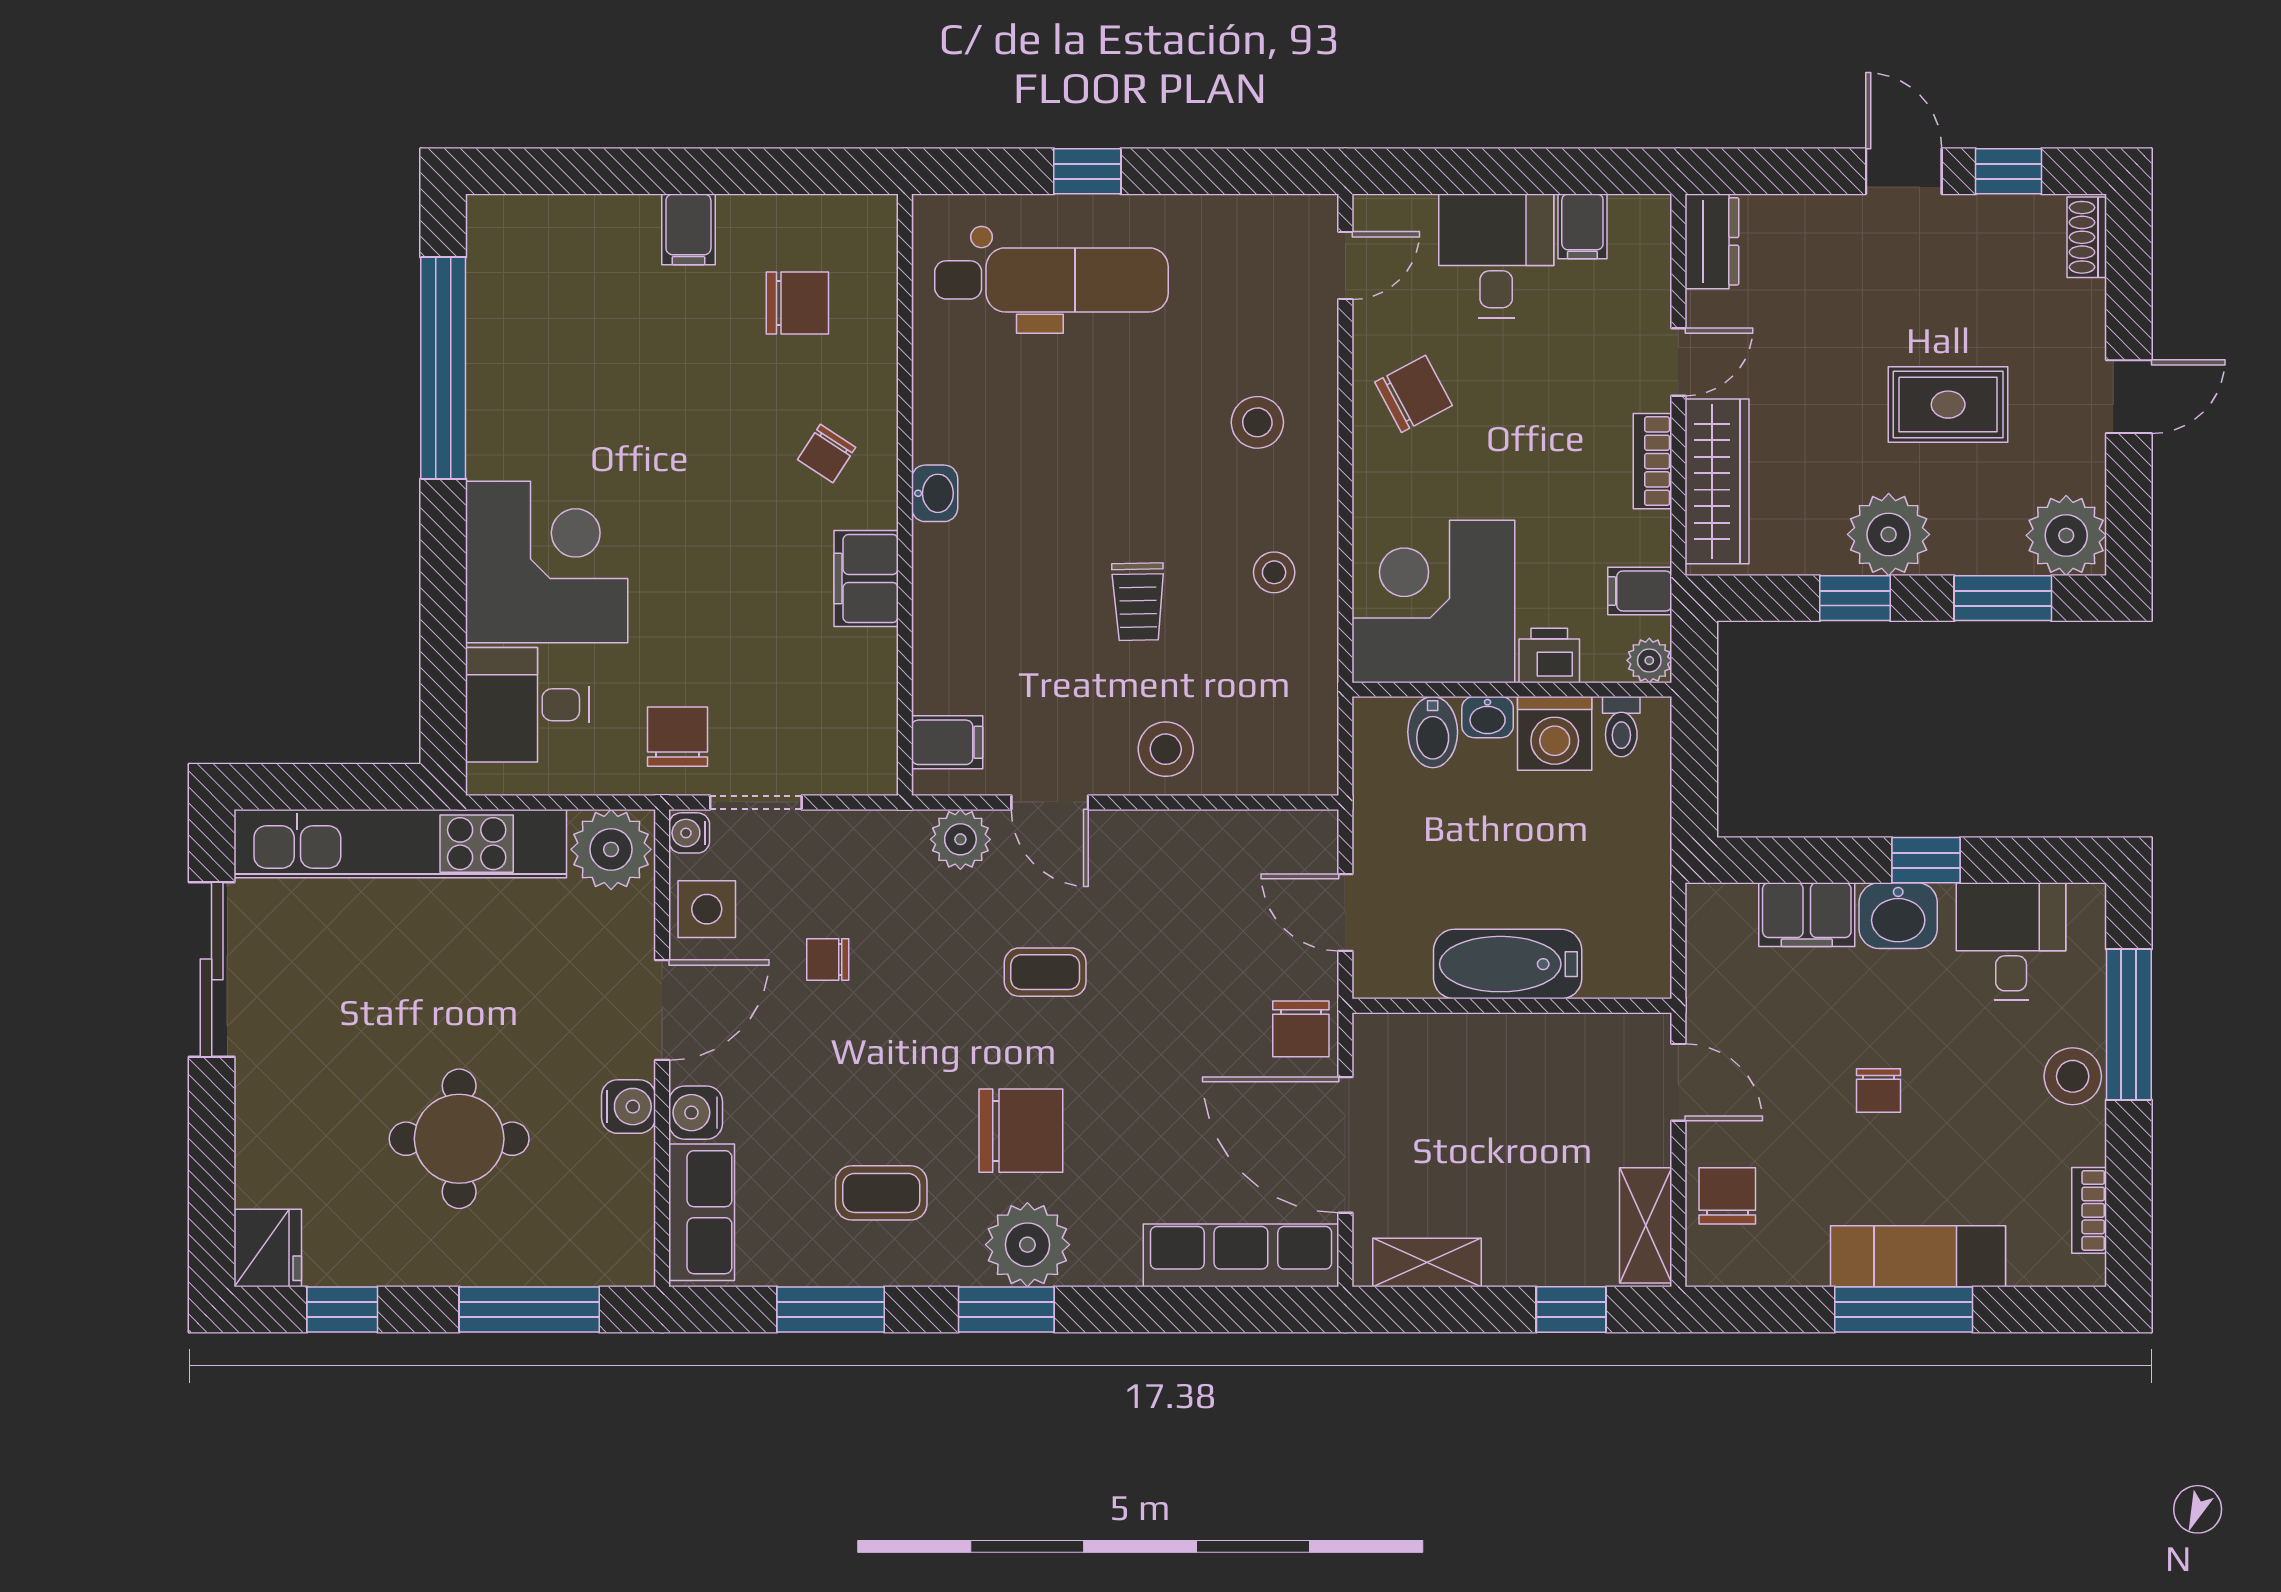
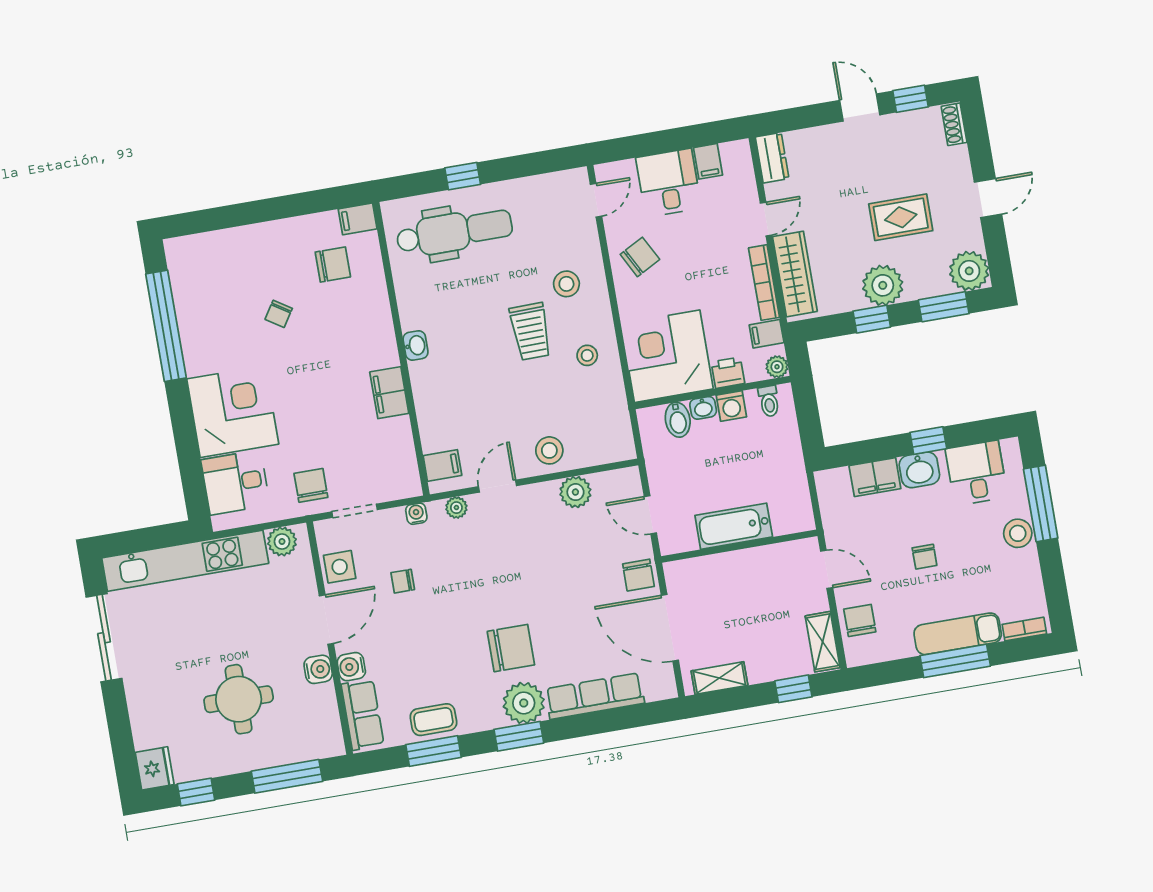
filing cabinet: (688, 229) -> (358, 219), moved, turned 90
chair: (827, 453) -> (279, 314), moved
bookcase: (1652, 461) -> (764, 283), width x1.56
trolley: (1138, 602) -> (531, 331), moved, width x1.36, depth x1.39
washing machine: (1555, 733) -> (731, 406), width x0.73, depth x0.73
door: (1050, 802) -> (497, 486), swing flipped
water cooler: (689, 833) -> (416, 514), moved, turned 90
plant: (960, 839) -> (456, 508), width x0.73, depth x0.73
plant: (1203, 841) -> (575, 492), added
plant: (611, 849) -> (282, 541), width x0.73, depth x0.73
coffee table: (1045, 972) -> (509, 569), removed
coffee table: (881, 1193) -> (433, 720), moved
bookcase: (2089, 1210) -> (1024, 629), moved, turned 90
row of seats: (1241, 1255) -> (595, 696), moved

